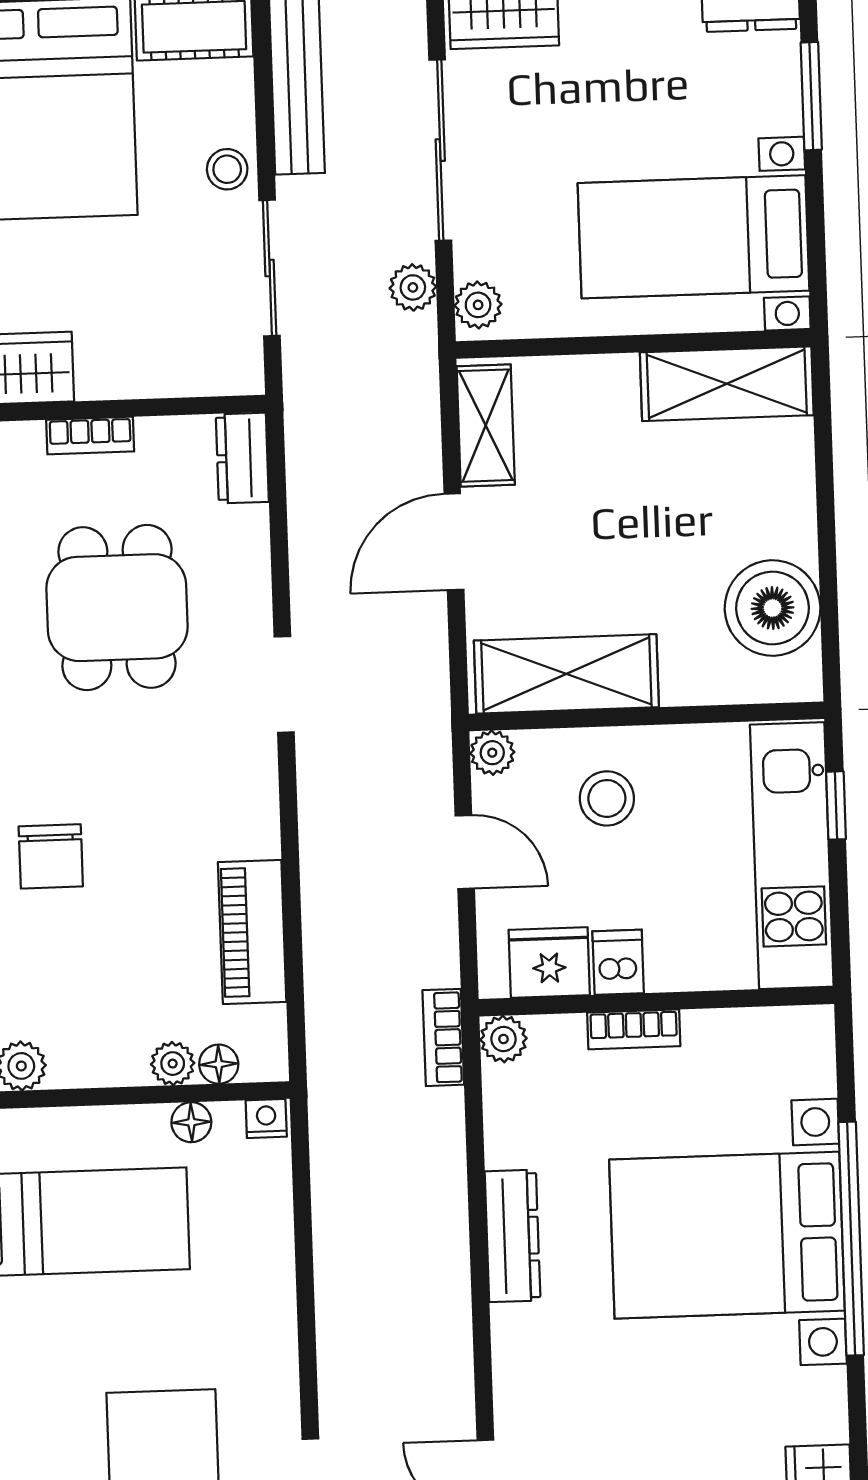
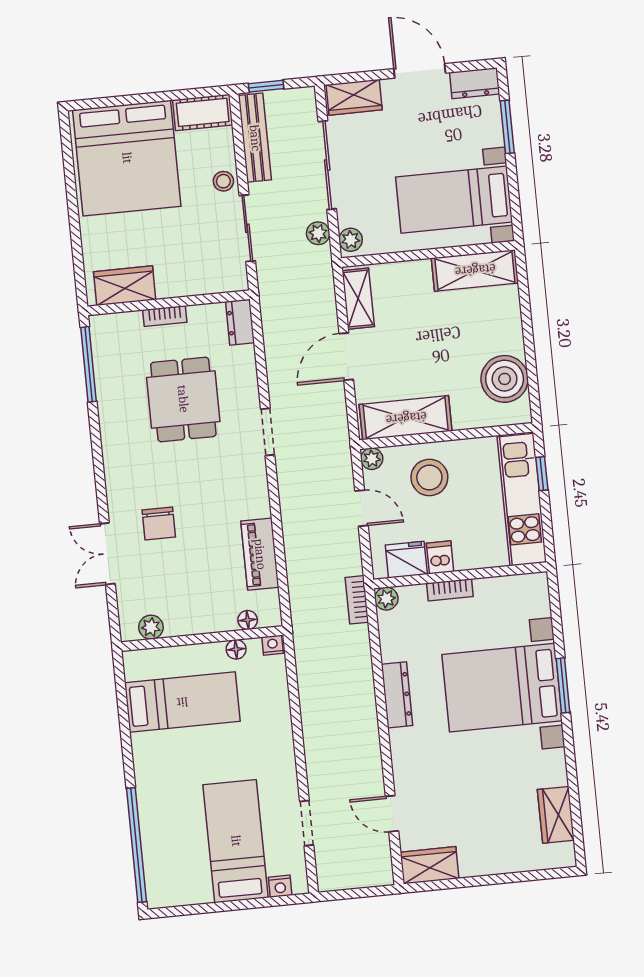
stool: (607, 798) -> (429, 477), width x1.38, depth x1.38
plant: (173, 1064) -> (225, 621), removed
window: (851, 1239) -> (563, 685), width x0.47

